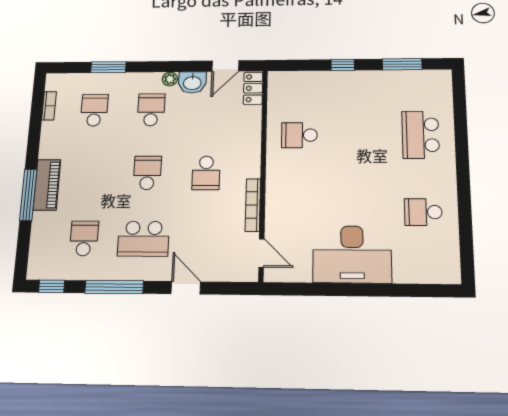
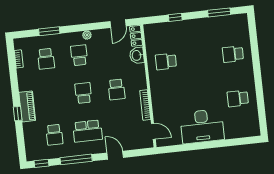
window: (343, 65) -> (175, 17), moved
washbasin: (192, 83) -> (137, 55), moved, turned 90
school desk: (94, 110) -> (46, 59), turned 180
school desk: (421, 135) -> (233, 54), width x0.54
window: (28, 195) -> (18, 113), width x0.46
school desk: (84, 238) -> (54, 135), turned 180

